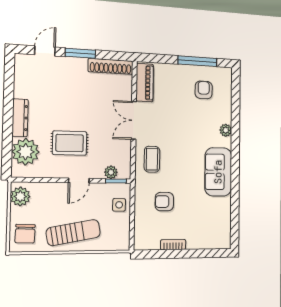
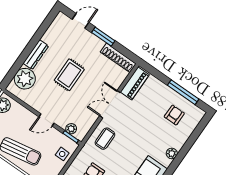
rug: (70, 143) -> (69, 75), moved, turned 90

